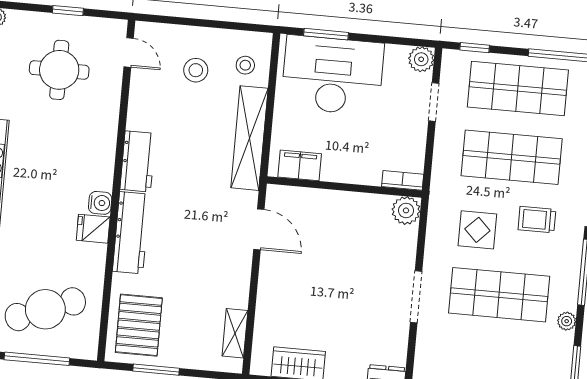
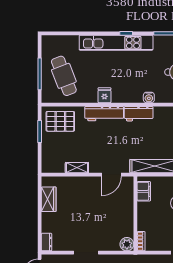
water cooler: (100, 203) -> (149, 97), moved
shelving: (235, 333) -> (77, 168), moved

